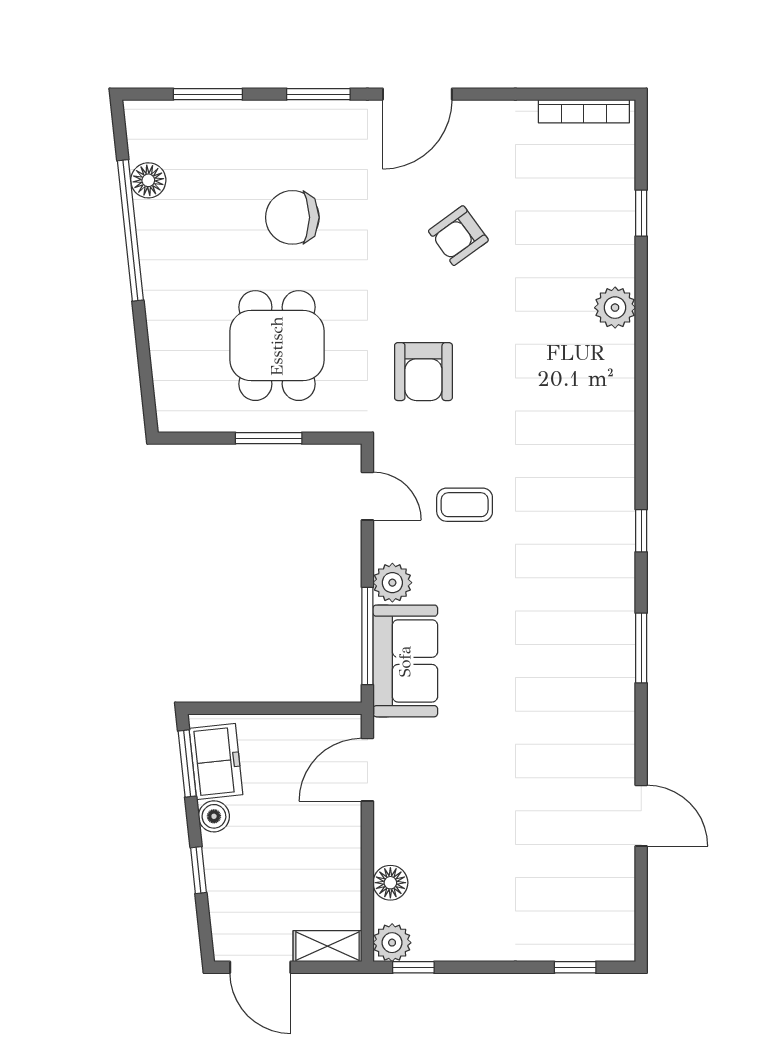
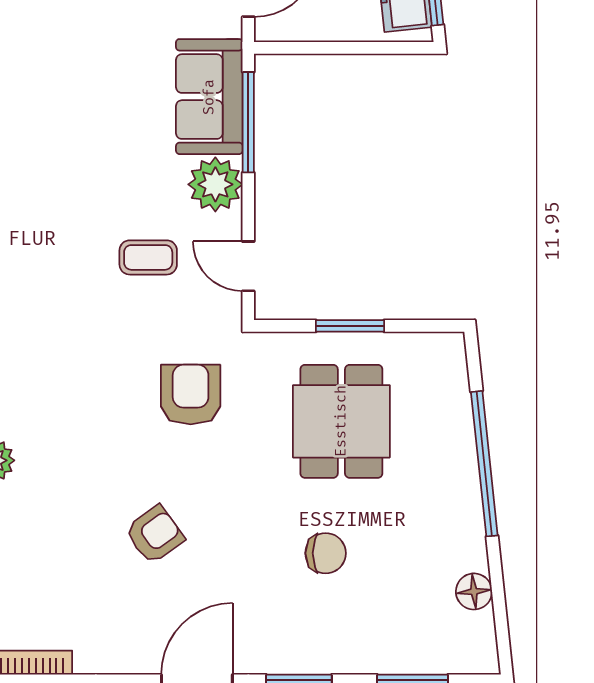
chair: (292, 217) -> (326, 553), width x0.73, depth x0.73
window: (130, 230) -> (484, 464), moved
plant: (392, 583) -> (215, 184), width x1.36, depth x1.36

